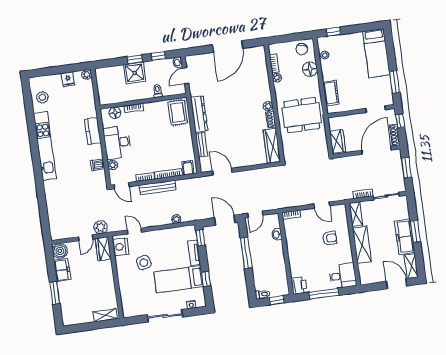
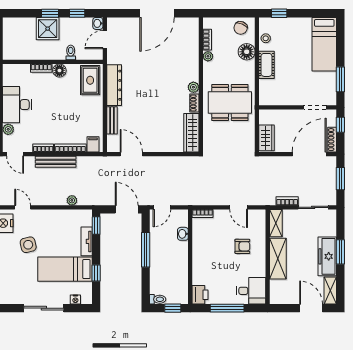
cot: (331, 93) -> (266, 65), moved
floor lamp: (115, 113) -> (59, 71), moved

